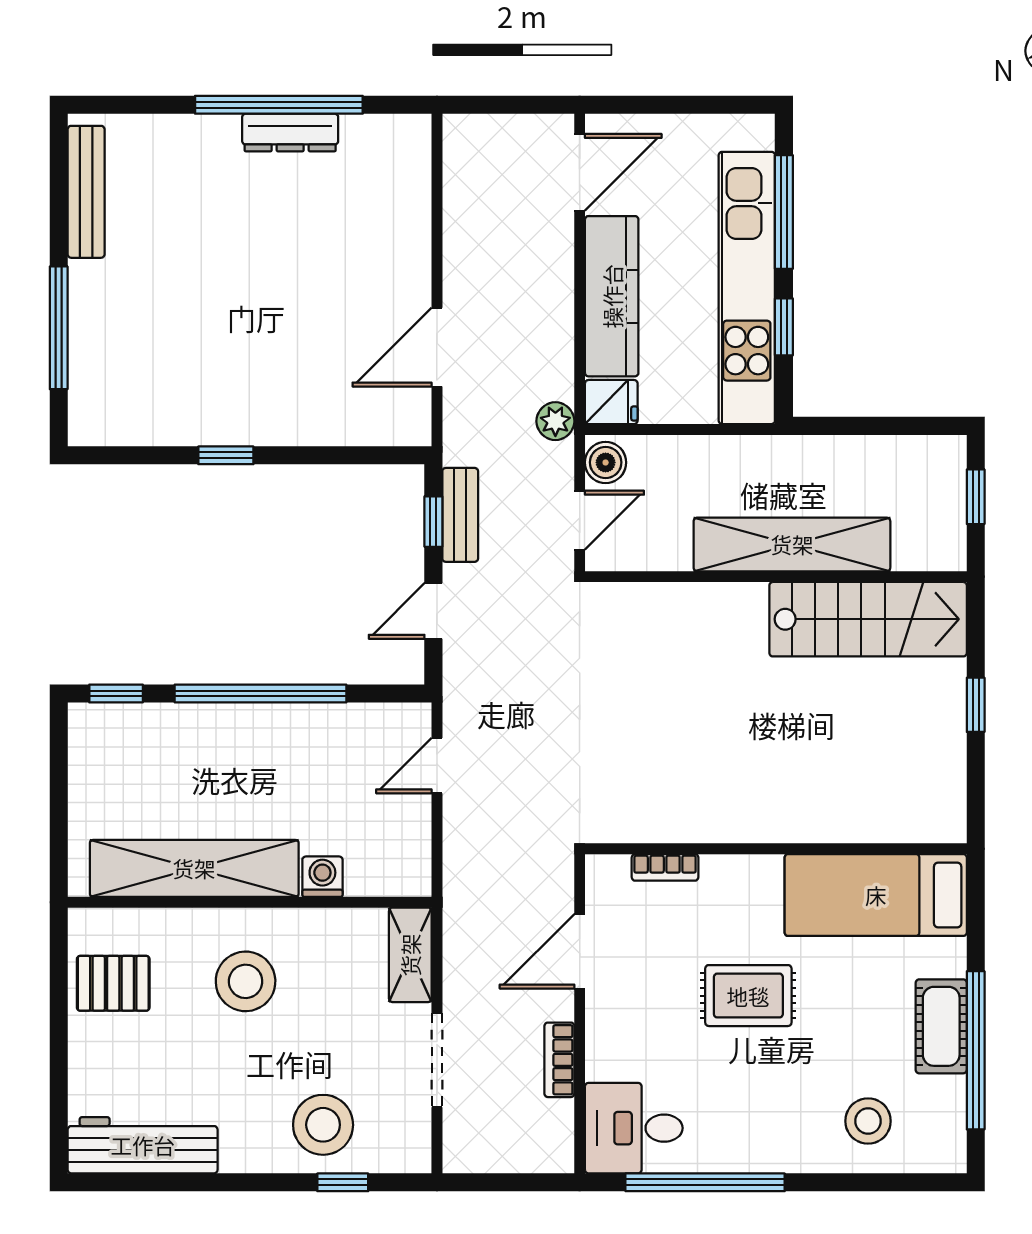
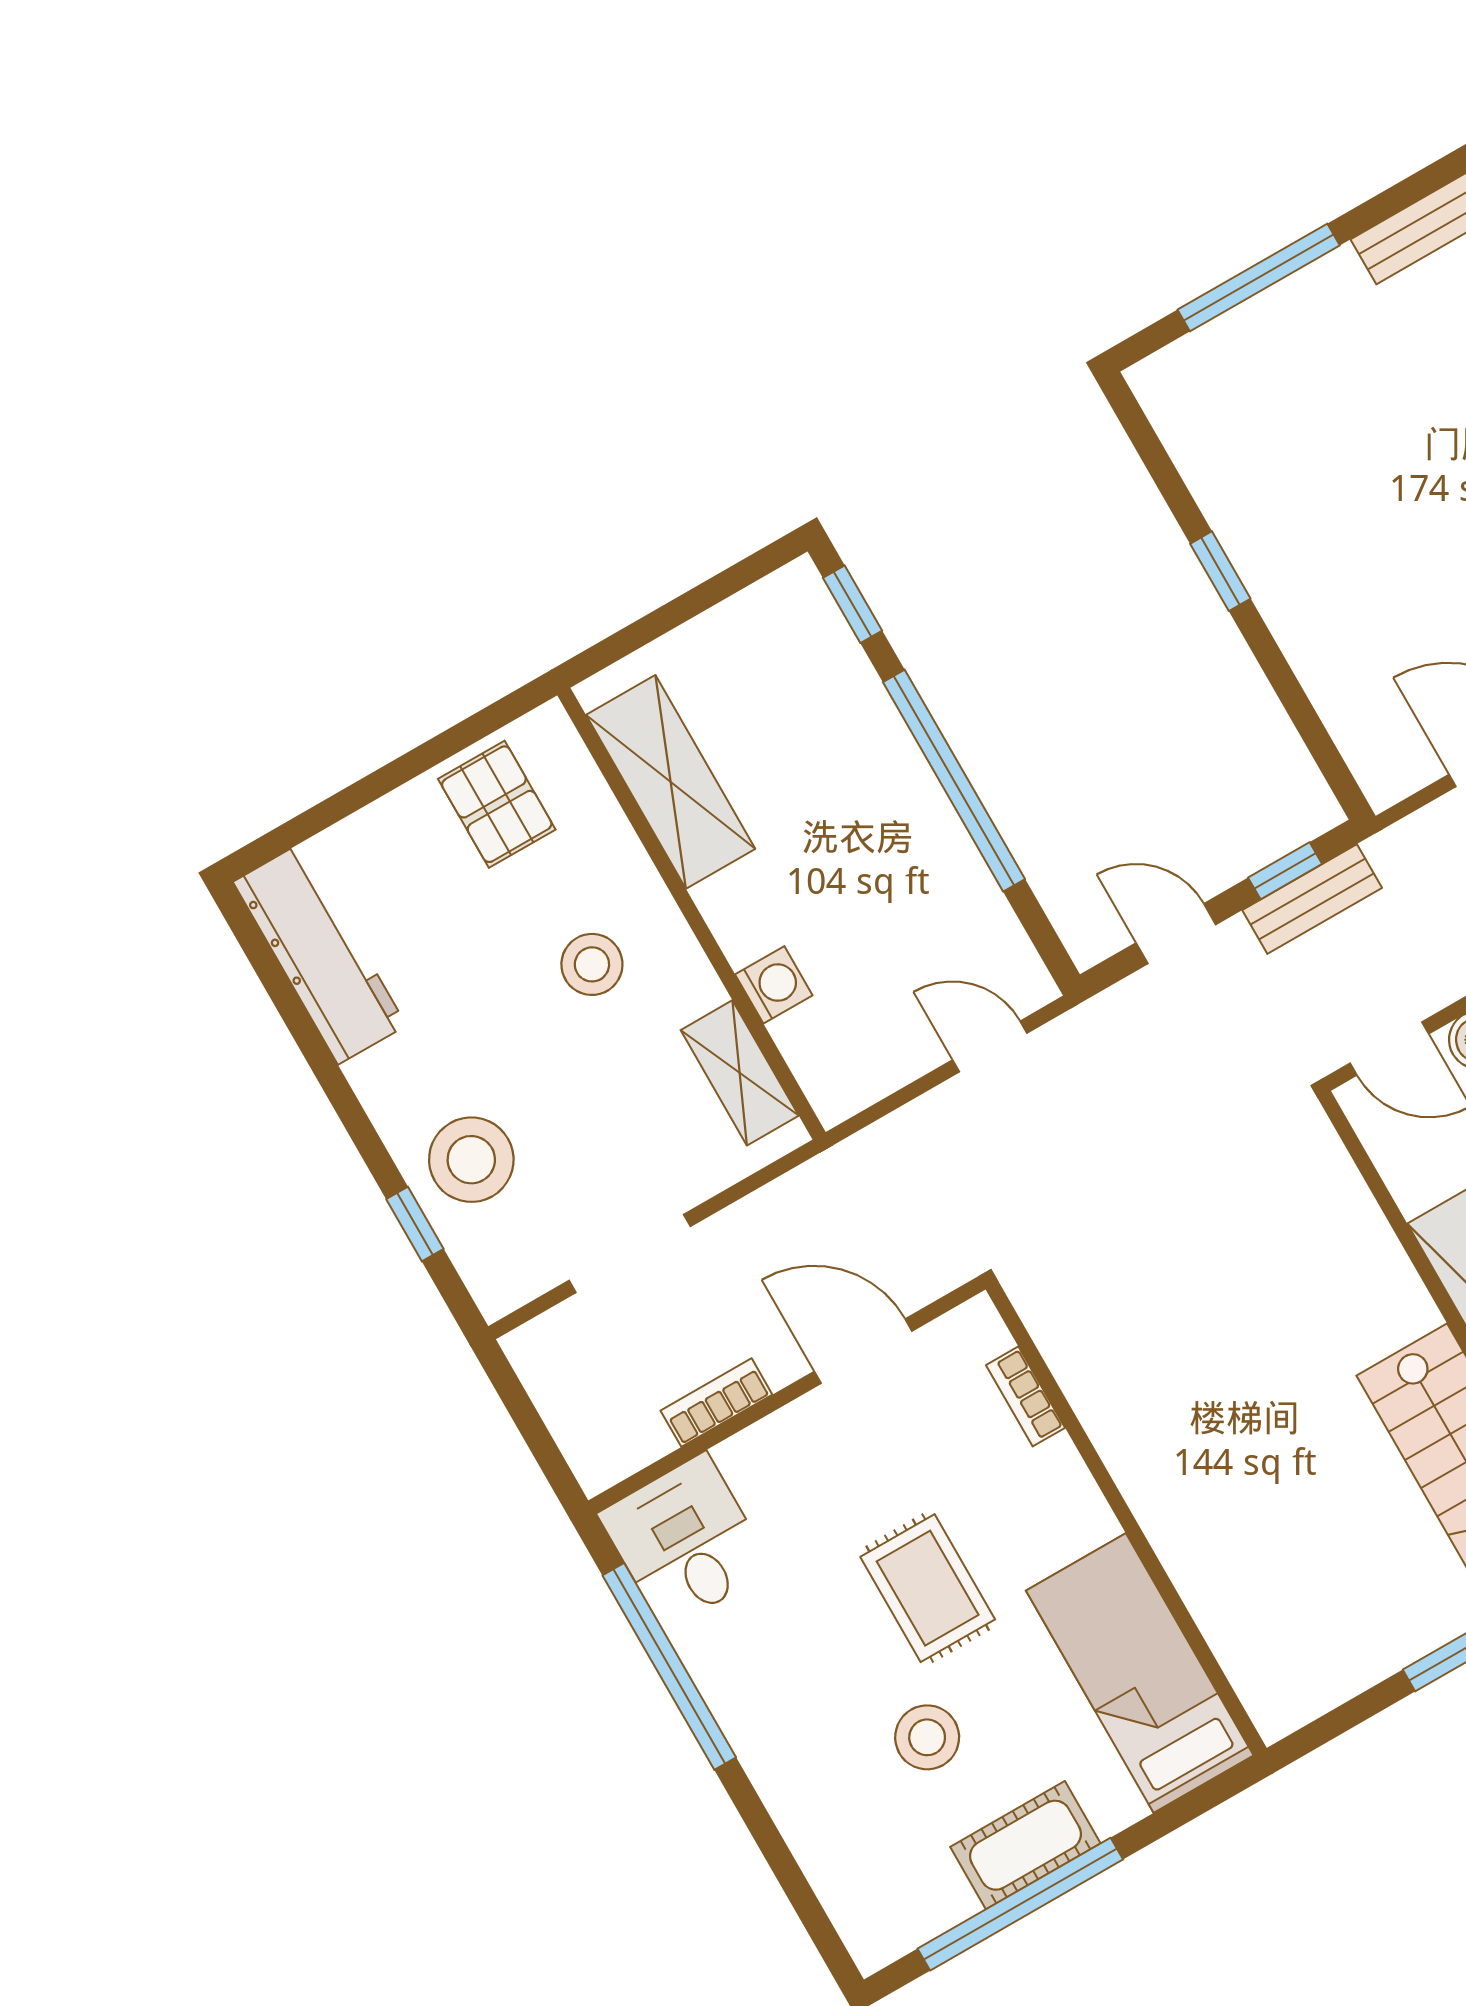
shelving: (194, 868) -> (671, 782), width x0.68
shelving: (410, 955) -> (740, 1073), moved, turned 90
stool: (246, 981) -> (592, 964), width x0.73, depth x0.73
stool: (868, 1121) -> (927, 1737), moved

